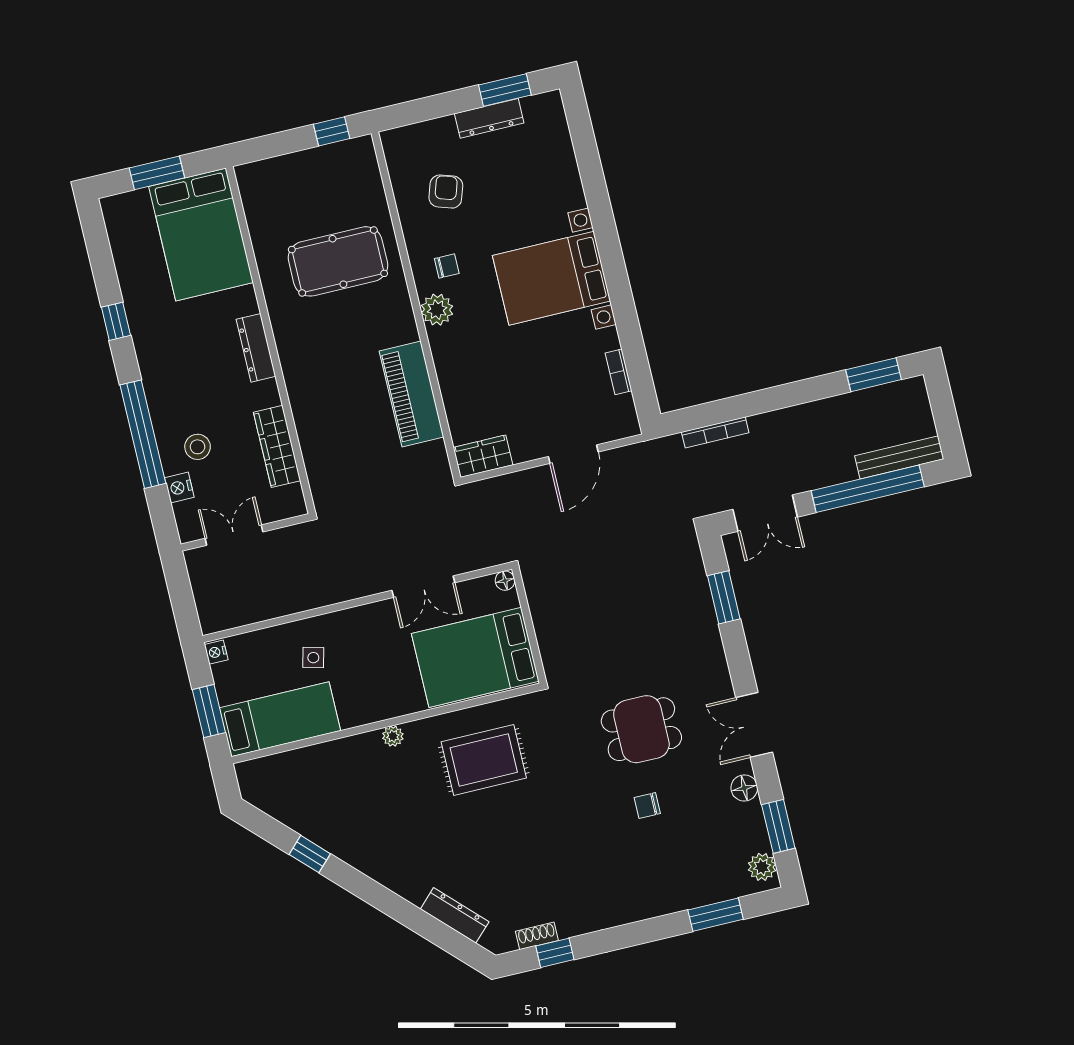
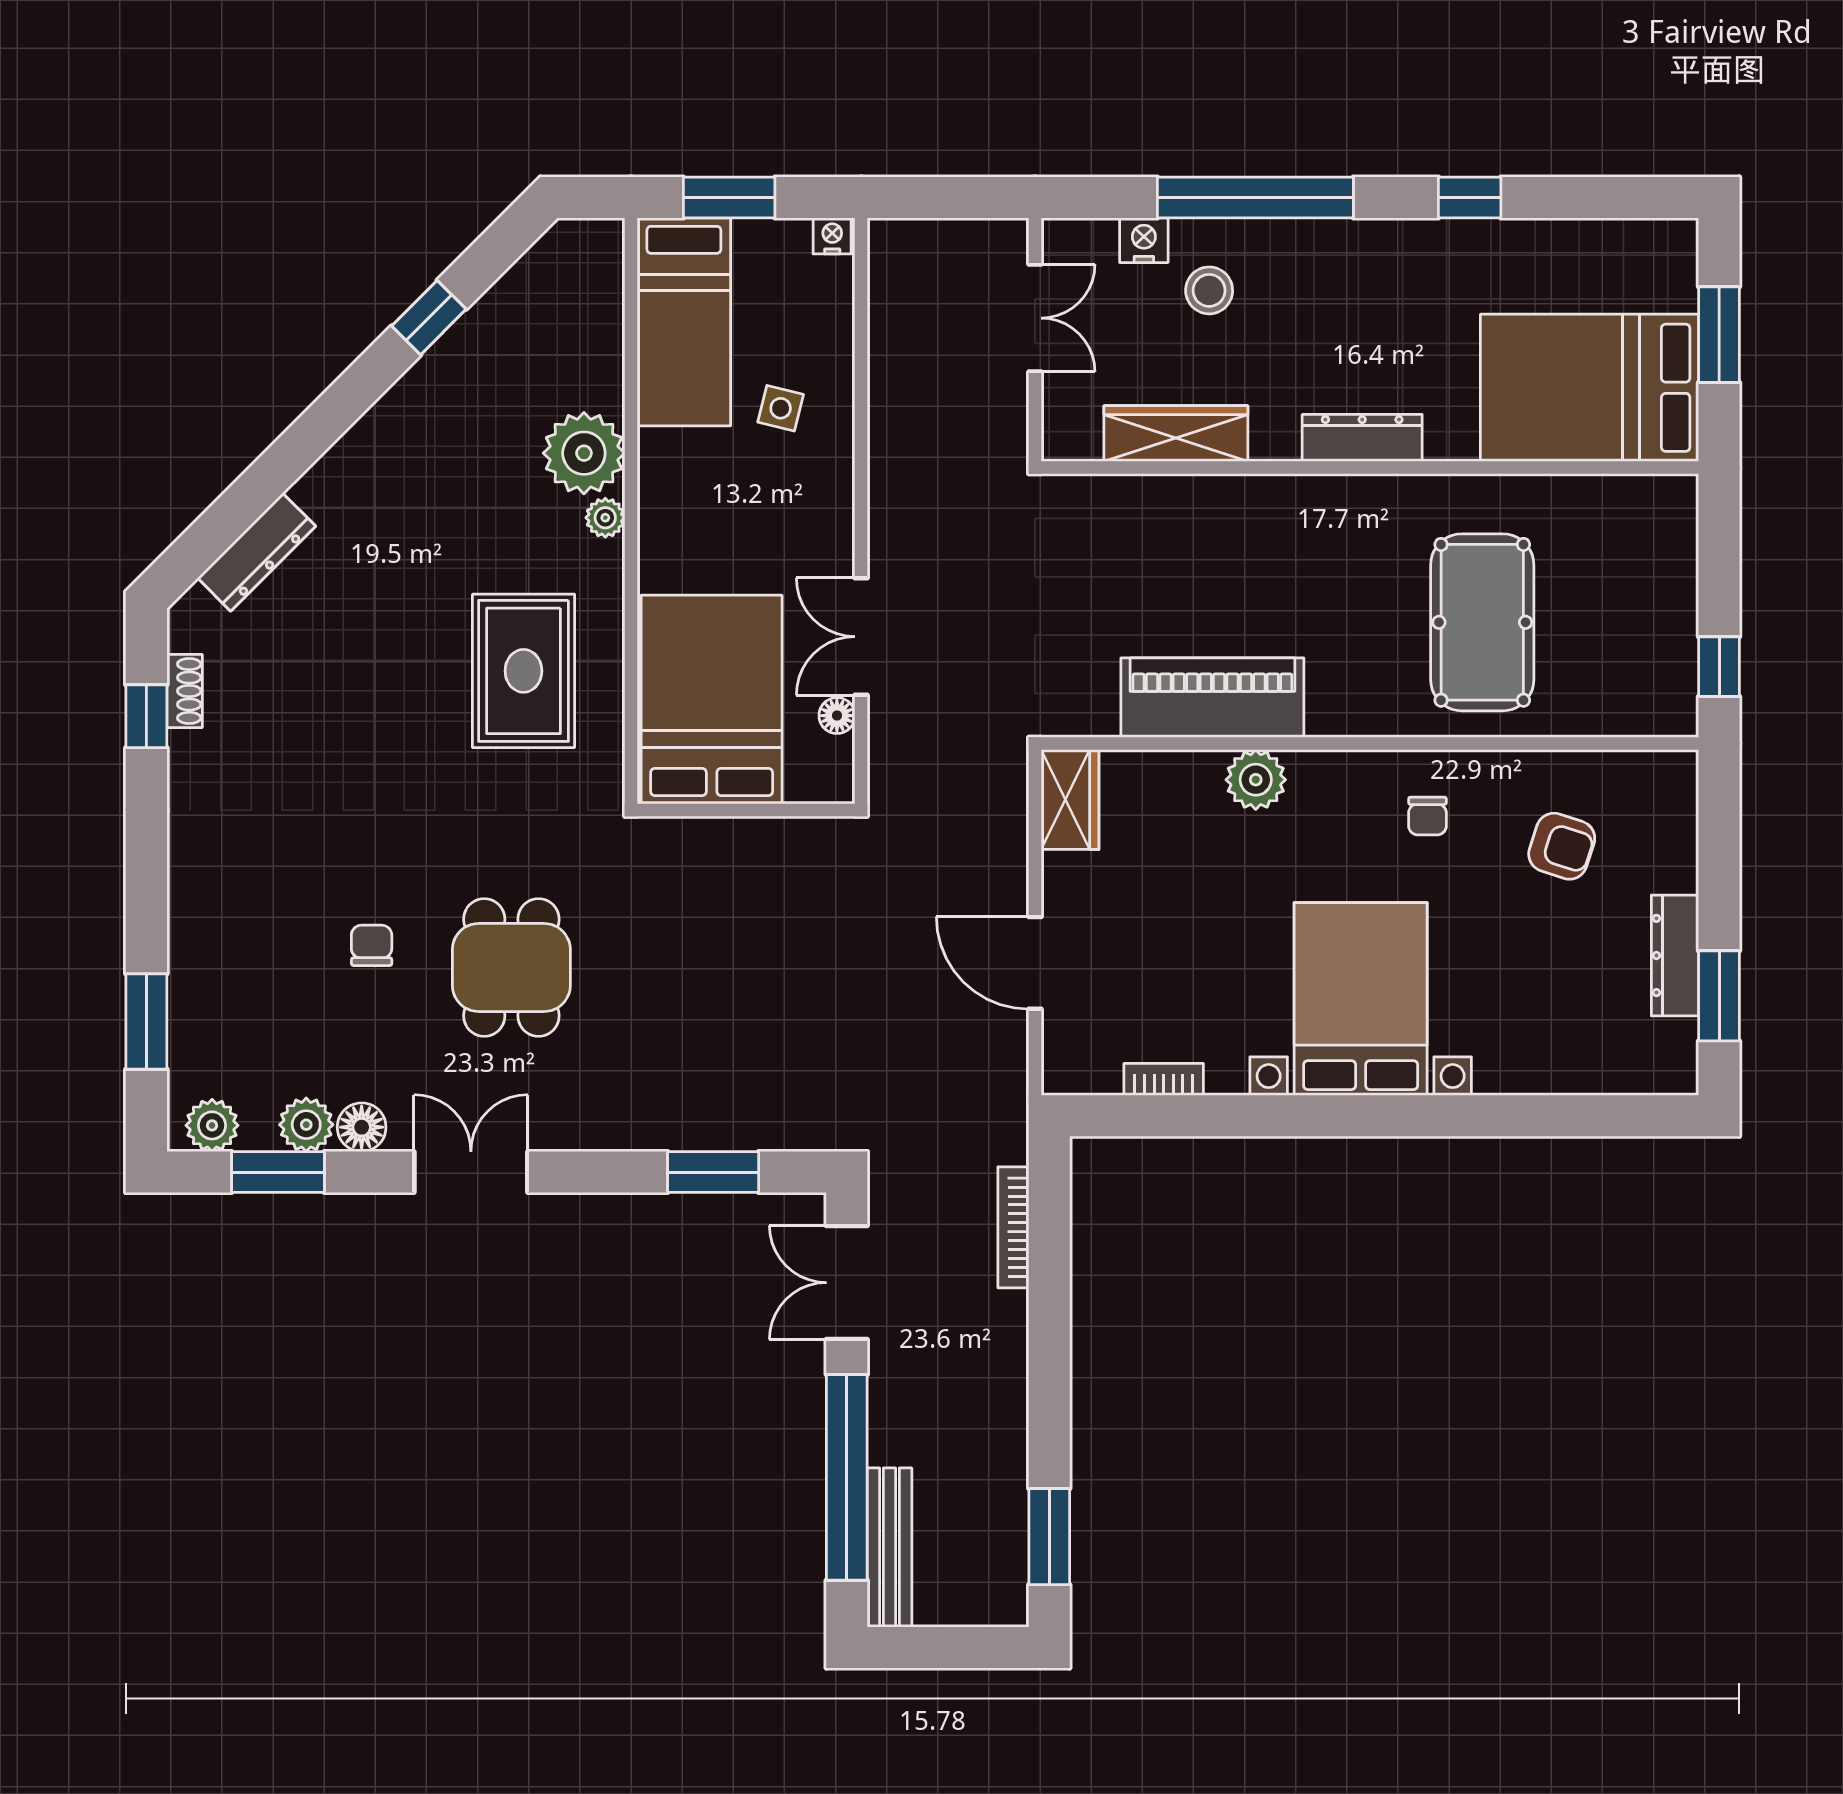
plant: (437, 310) -> (1256, 780), moved
floor lamp: (505, 581) -> (837, 716), moved
plant: (362, 755) -> (584, 453), added
plant: (750, 817) -> (306, 1125), added

